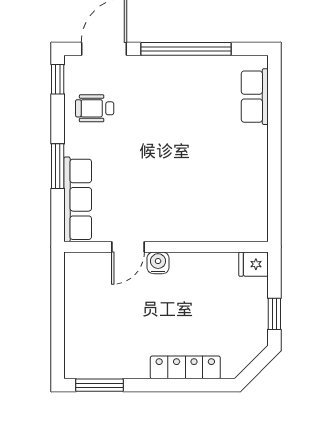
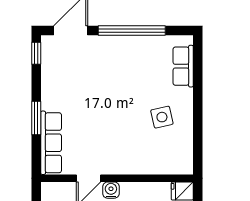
wheelchair: (95, 108) -> (64, 75), removed
side table: (226, 165) -> (162, 117), added

